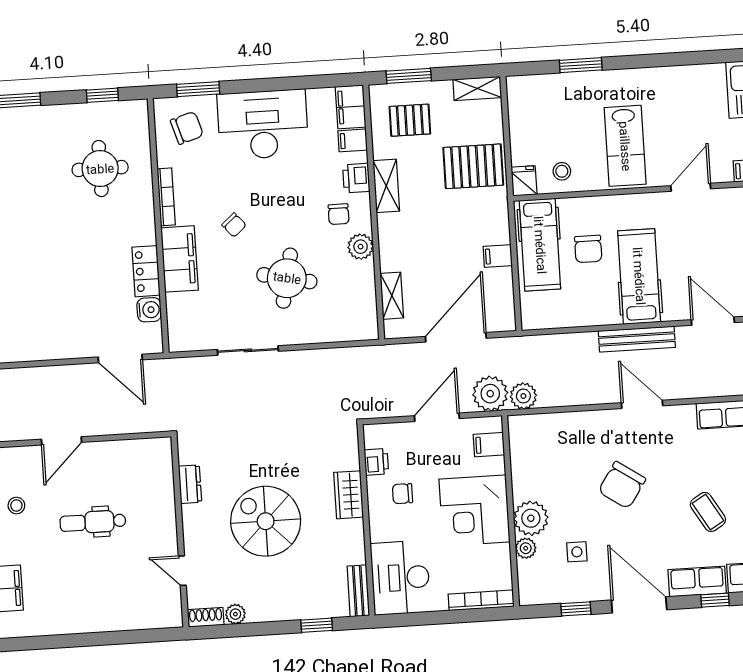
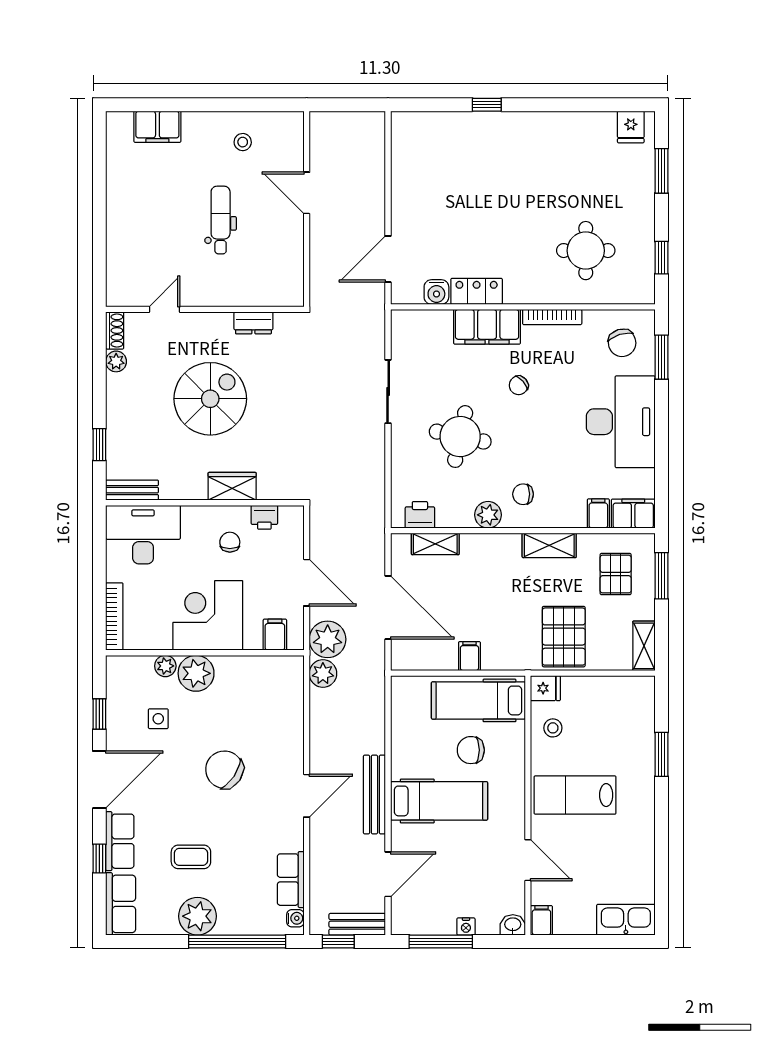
printer: (356, 178) -> (420, 515), moved
coffee table: (708, 512) -> (191, 857), turned 31

